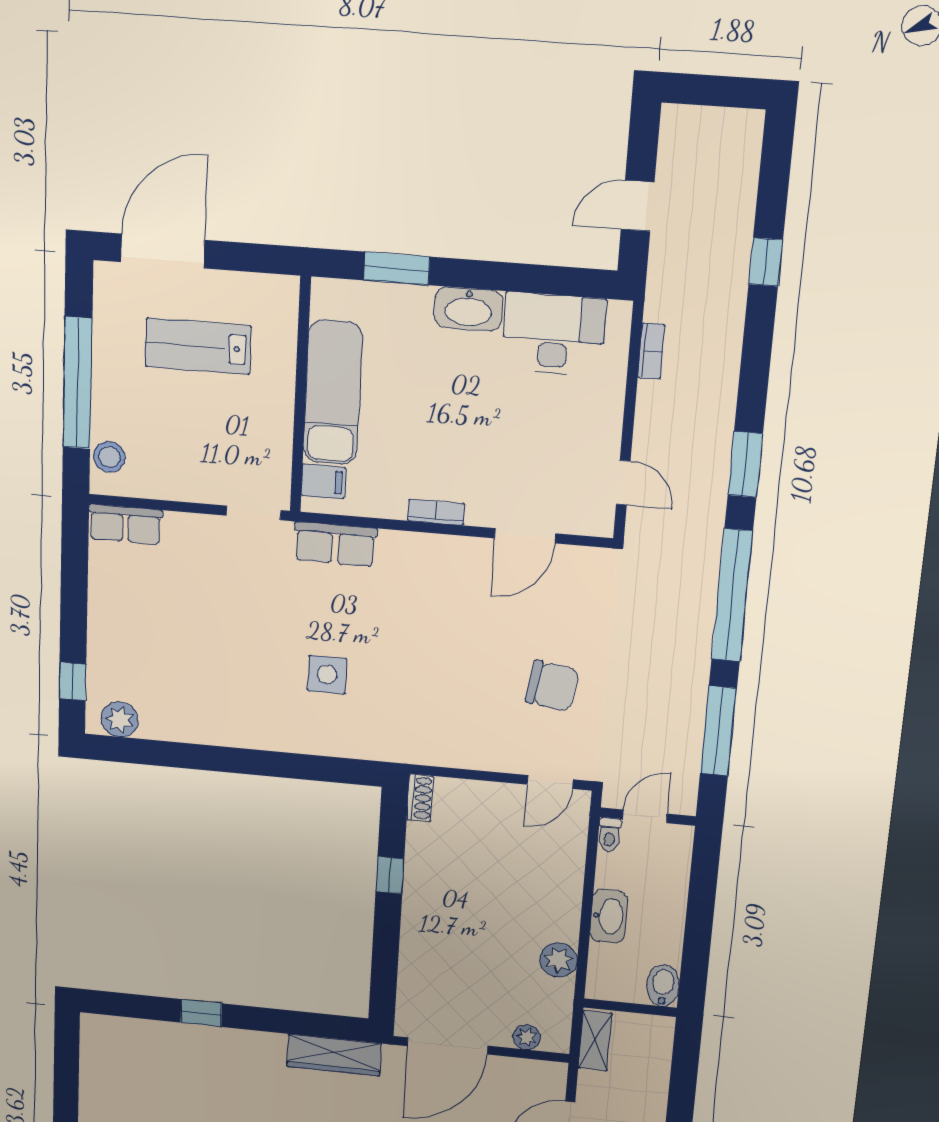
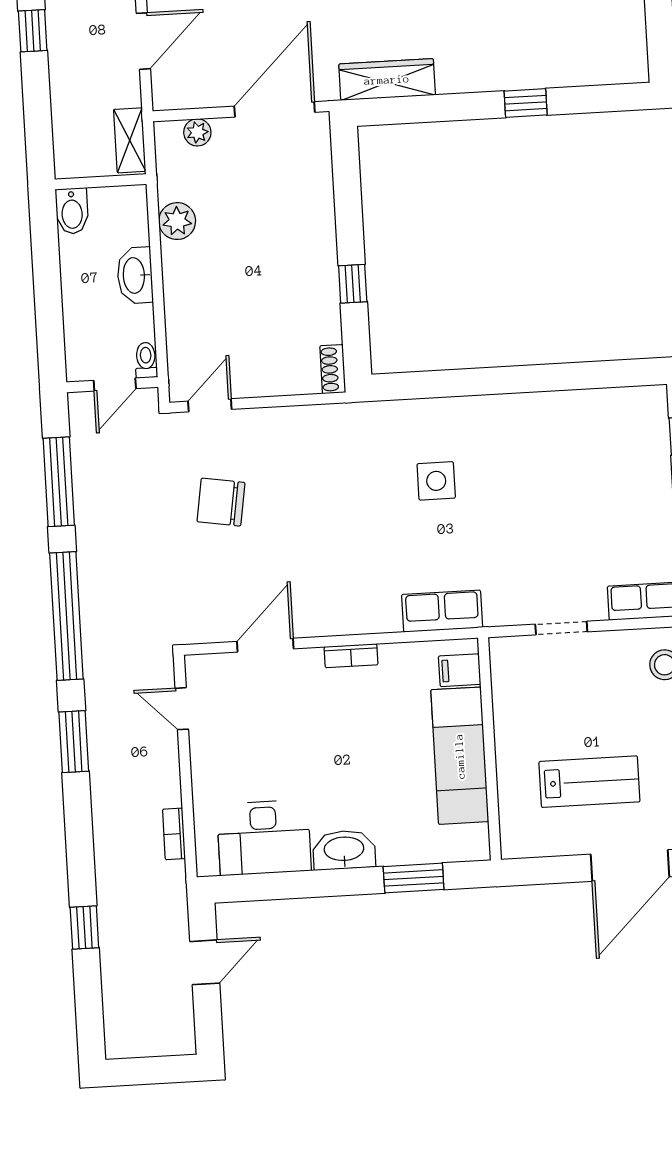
doorway: (253, 513) -> (561, 628), moved
plant: (120, 719) -> (634, 404), removed

